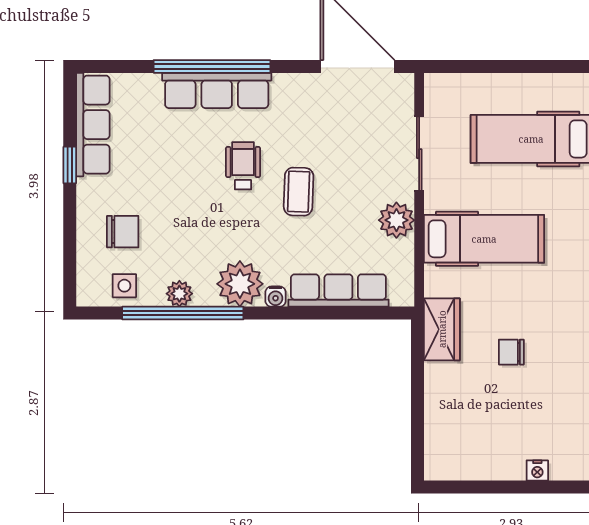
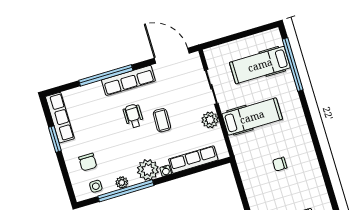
row of seats: (217, 90) -> (128, 80), moved
window: (70, 165) -> (55, 139), width x1.50
chair: (123, 232) -> (88, 162), turned 90
wardrobe: (442, 329) -> (245, 163), removed

